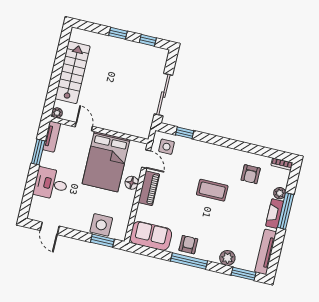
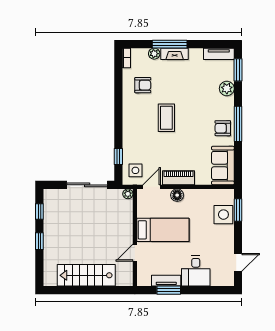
plant: (57, 113) -> (128, 194), moved
tv unit: (52, 137) -> (166, 281), moved
bed: (106, 162) -> (163, 230), width x0.67
tv unit: (266, 252) -> (219, 54), width x0.71

